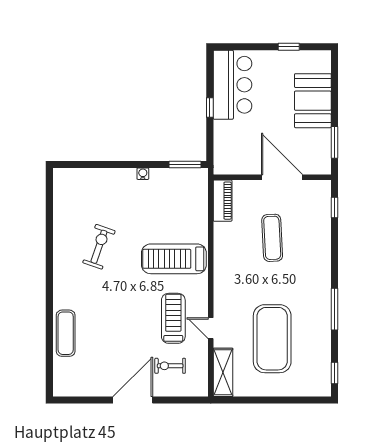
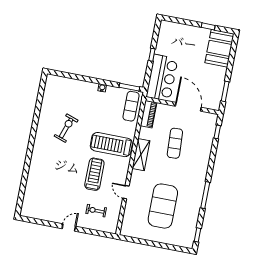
bar counter: (232, 85) -> (162, 78), moved
booth: (313, 101) -> (219, 48), moved
treadmill: (173, 318) -> (94, 174), moved
exercise mat: (66, 333) -> (131, 106), moved
shelving: (223, 372) -> (141, 155), moved
door: (133, 400) -> (69, 227), width x0.53

